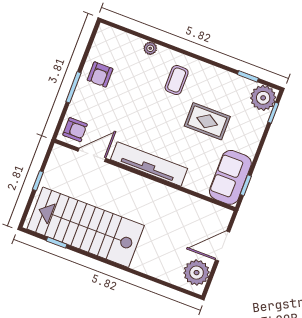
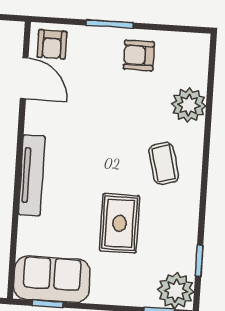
plant: (150, 48) -> (189, 105), width x1.88, depth x1.88
coffee table: (177, 80) -> (164, 164), turned 75
tv unit: (149, 164) -> (32, 175), width x0.73, depth x0.78

